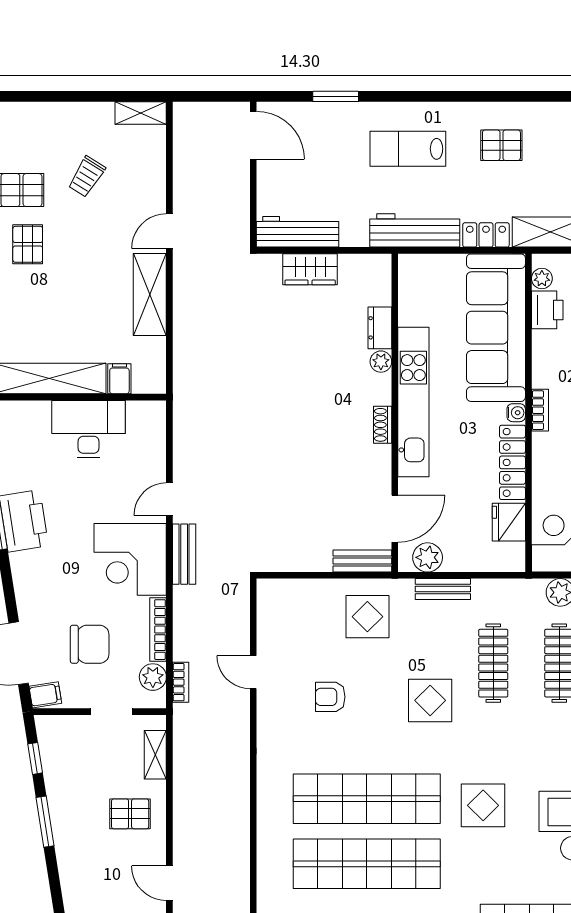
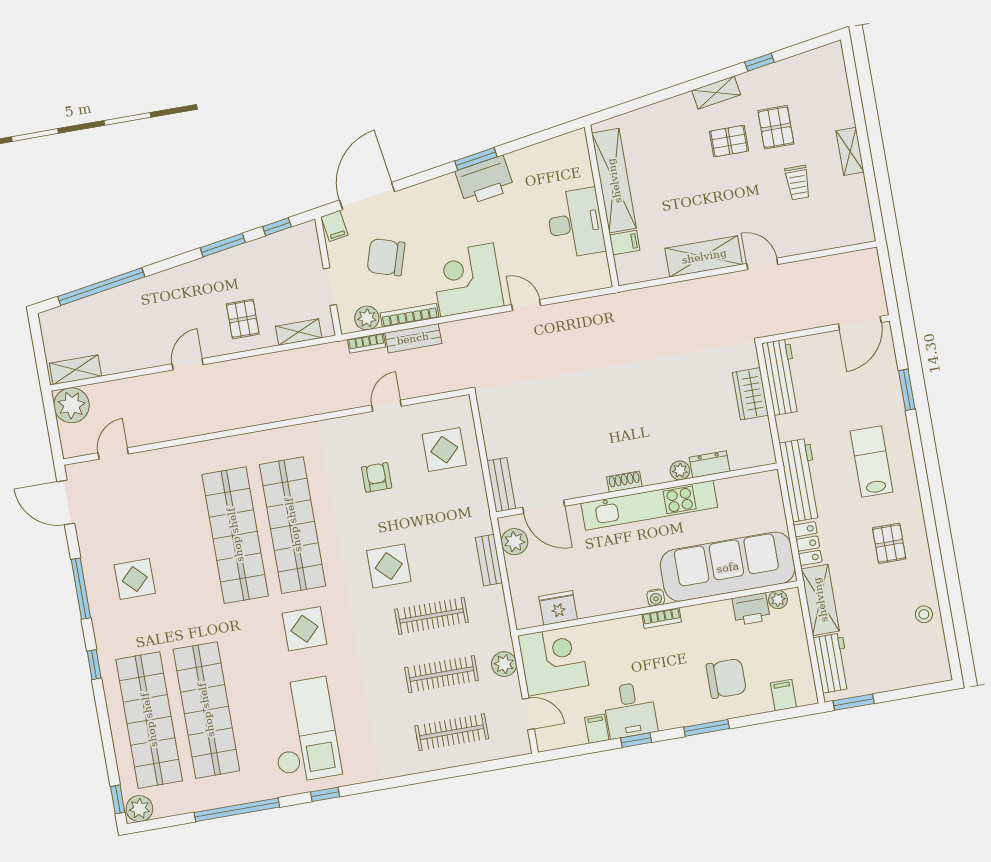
shelving: (141, 113) -> (850, 151), moved
trolley: (87, 177) -> (798, 183), turned -122
locker: (512, 462) -> (611, 602), removed
bench: (184, 554) -> (413, 338), moved
display table: (367, 617) -> (444, 450), moved
chair: (90, 644) -> (386, 257), turned 107

